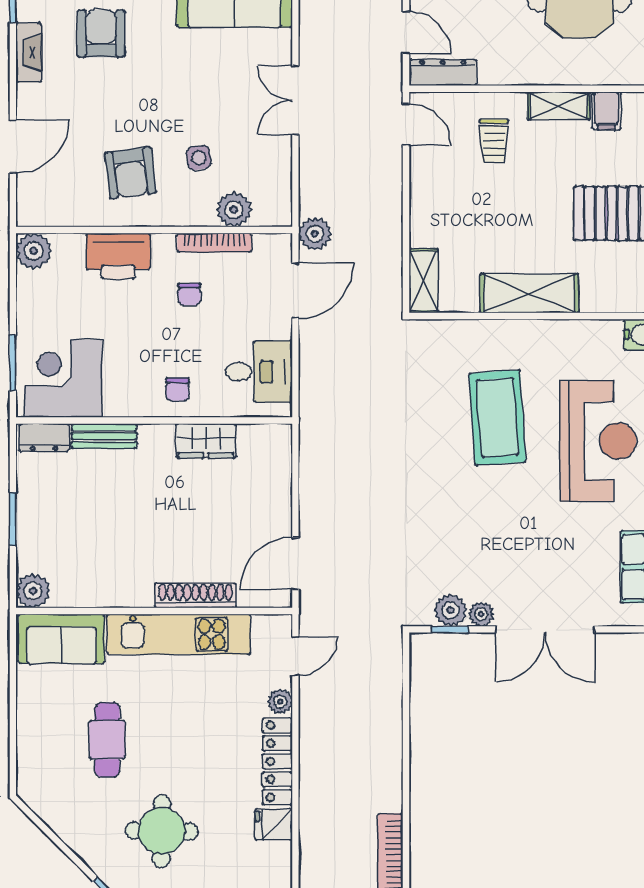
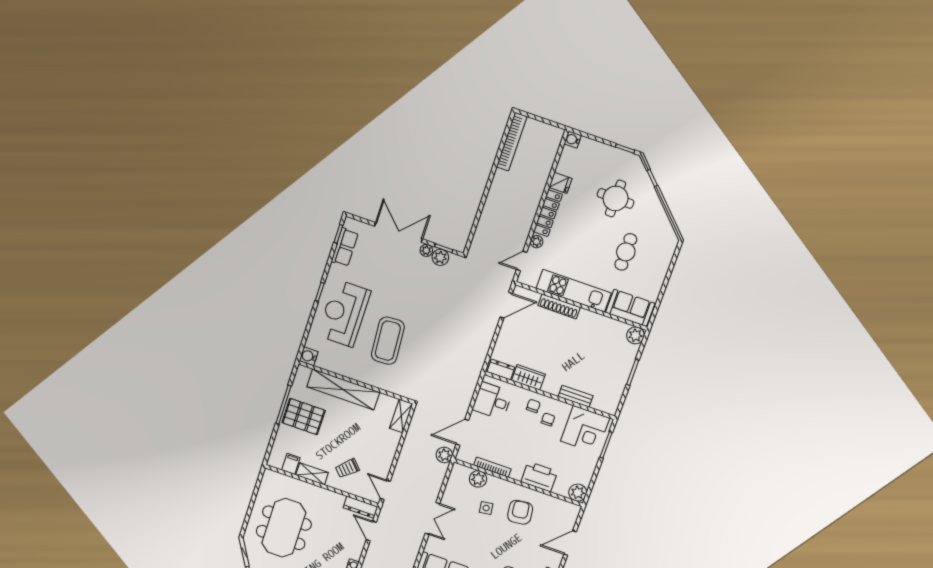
trolley: (494, 141) -> (347, 468), turned -133
shelving: (529, 293) -> (343, 389), width x1.47
chair: (189, 294) -> (548, 419), moved
dresser: (44, 438) -> (501, 369), moved

